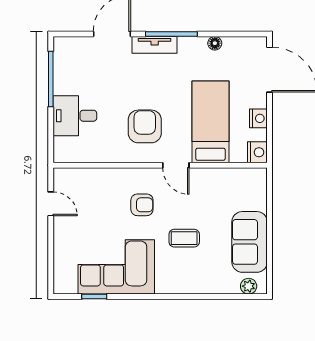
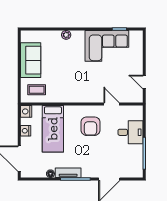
tv unit: (155, 45) -> (68, 173), moved
door: (176, 165) -> (112, 104), moved
armchair: (142, 205) -> (92, 81), removed
coffee table: (184, 238) -> (37, 90), moved
plant: (249, 286) -> (66, 35), moved

